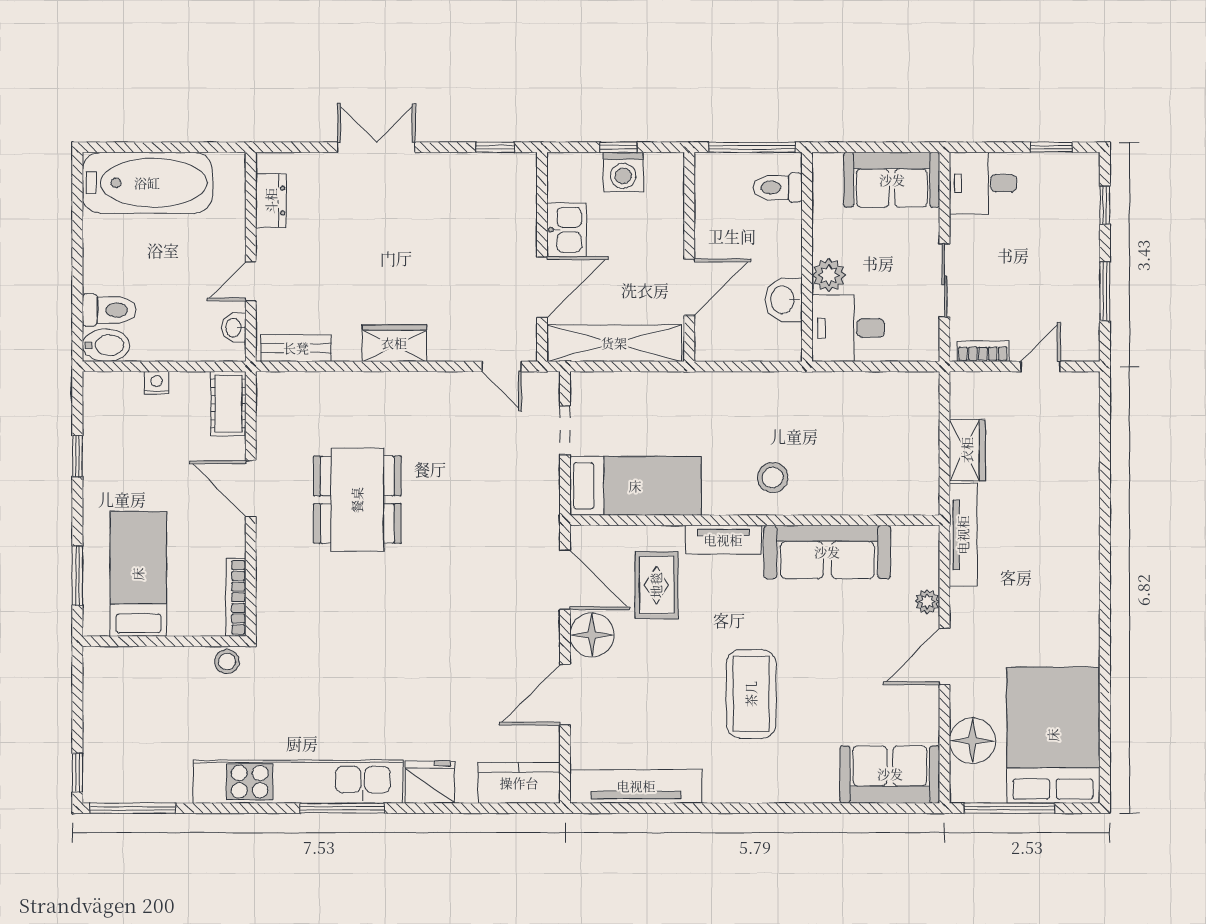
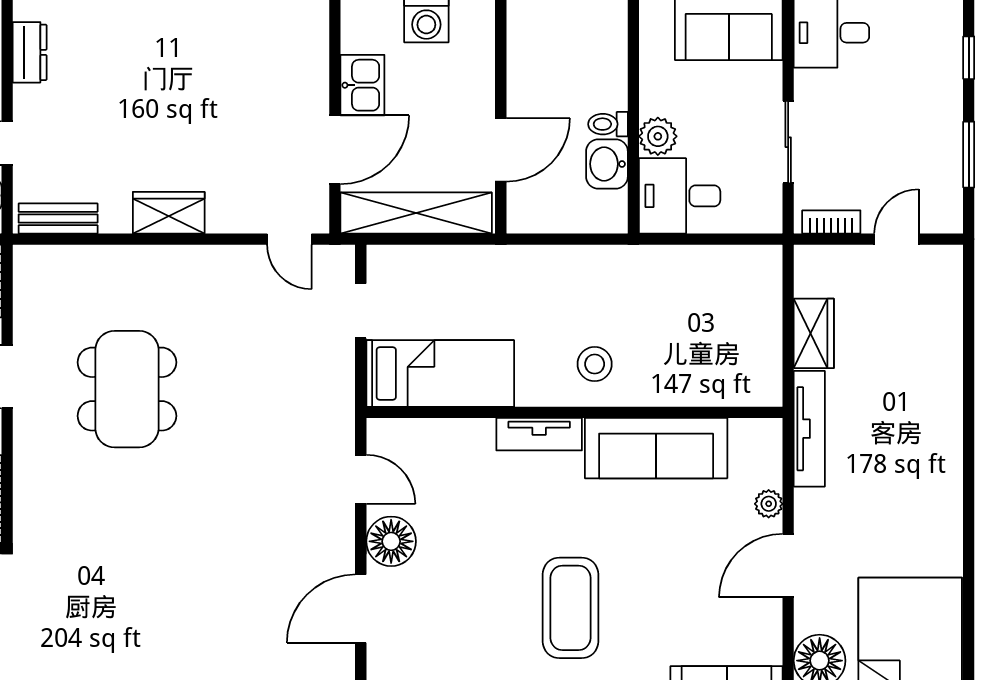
toilet: (778, 187) -> (608, 124), moved, width x0.73, depth x0.72
door: (565, 580) -> (361, 479), width x0.73
rug: (656, 585) -> (464, 485), removed

